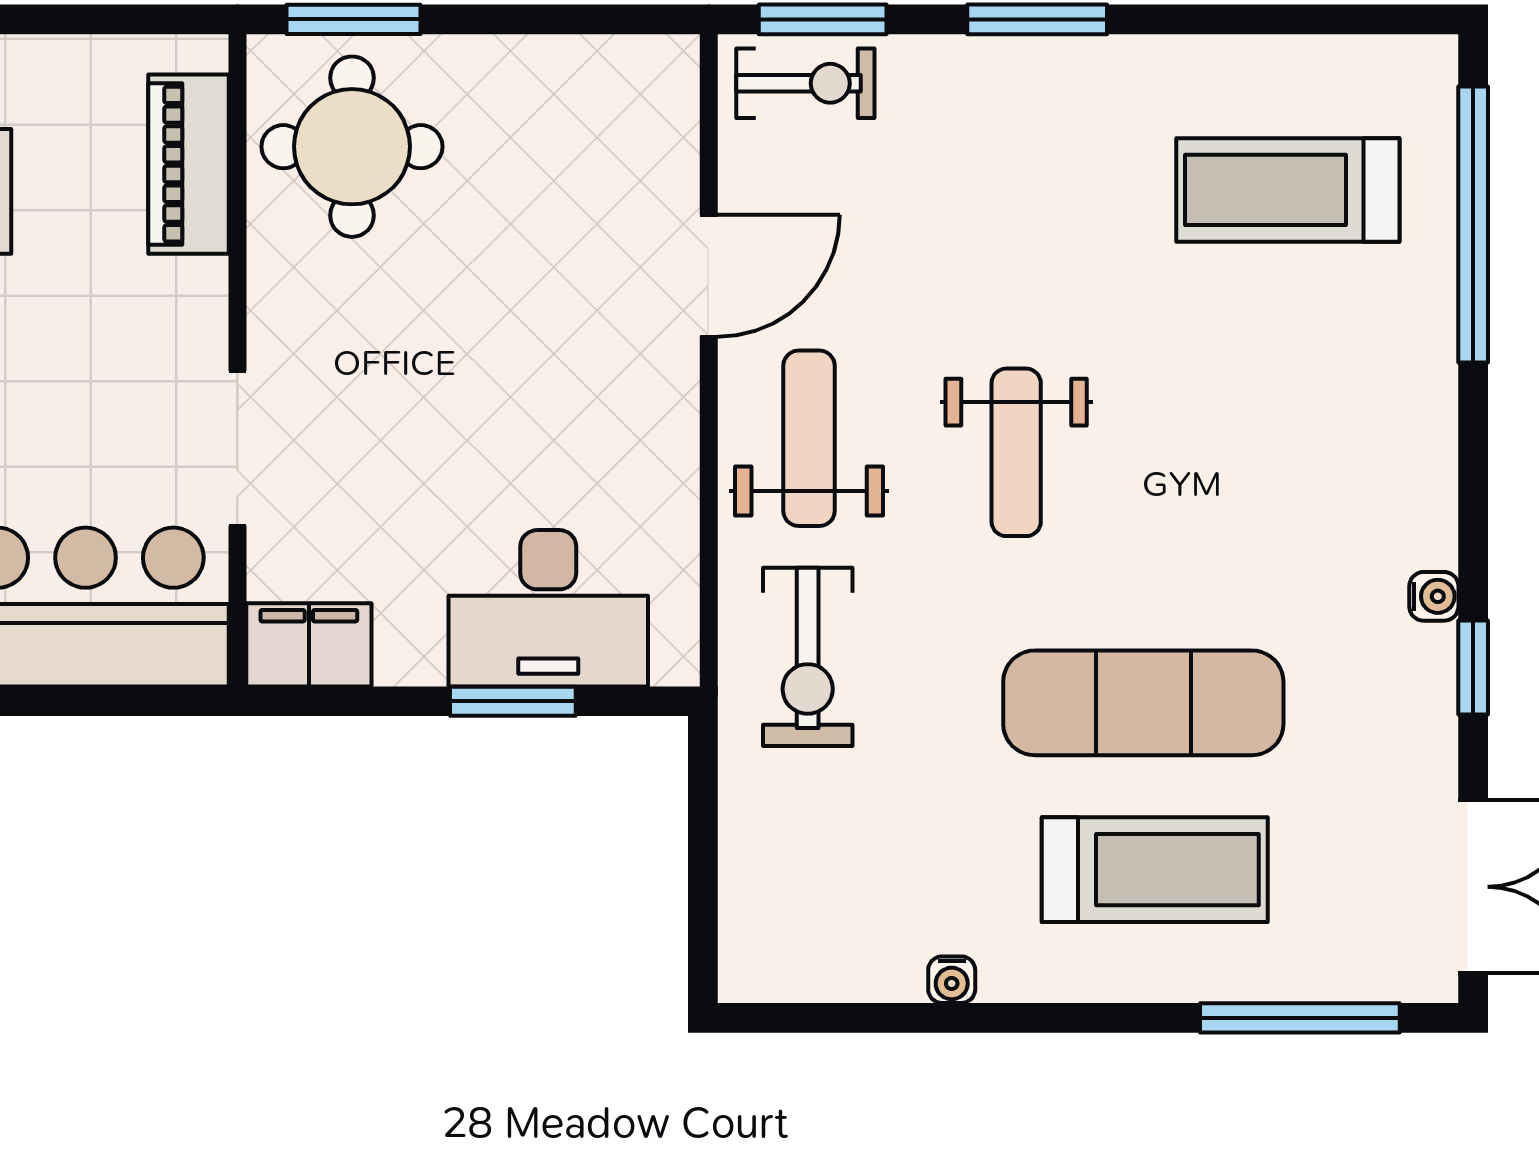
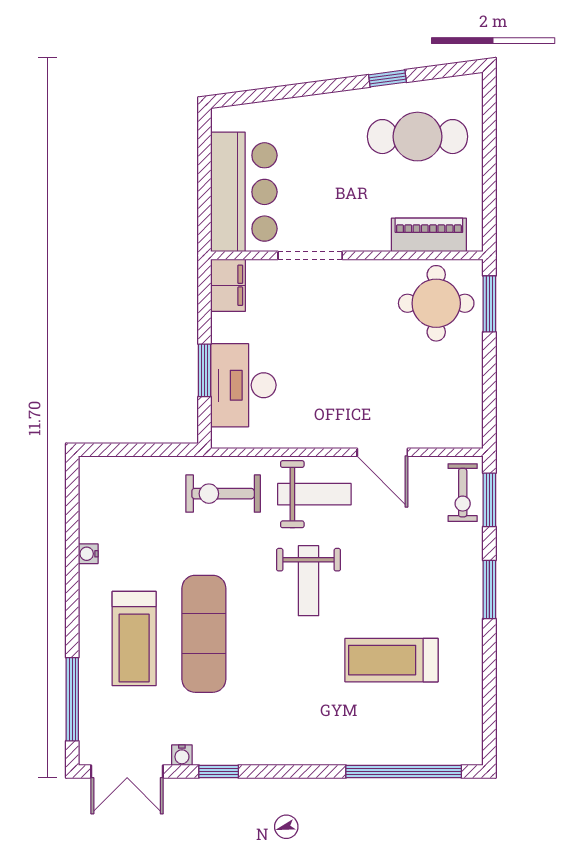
treadmill: (1288, 190) -> (391, 660), moved, turned -90
weight bench: (1016, 452) -> (308, 581), turned -90
water cooler: (1434, 596) -> (182, 755), moved

